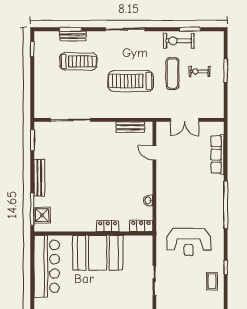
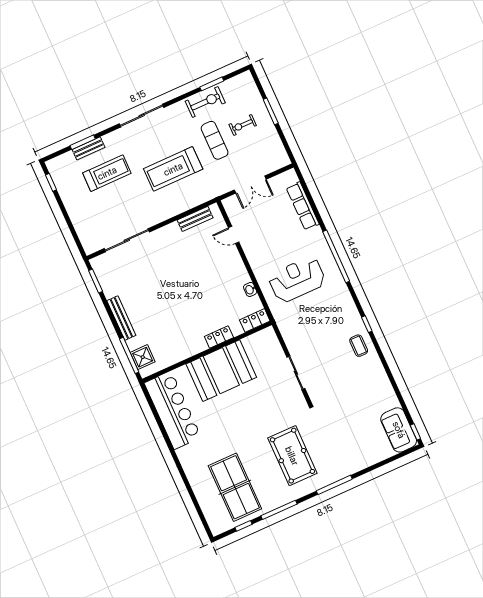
exercise bike: (179, 41) -> (205, 102), turned 180
reception desk: (189, 242) -> (297, 280), moved, turned 180

